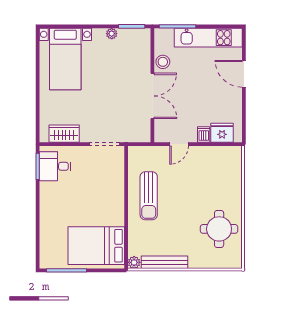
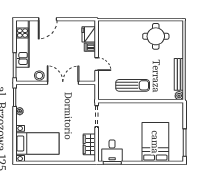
bed: (96, 246) -> (155, 142), moved, turned 180

